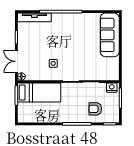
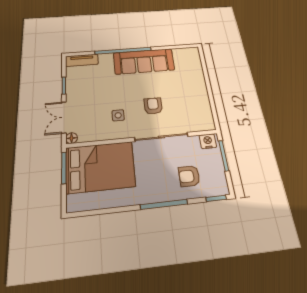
tv unit: (34, 17) -> (82, 60), width x0.71
sofa: (110, 35) -> (144, 61), moved, turned -90
armchair: (78, 59) -> (153, 106), added
bed: (39, 92) -> (100, 167), width x1.50

